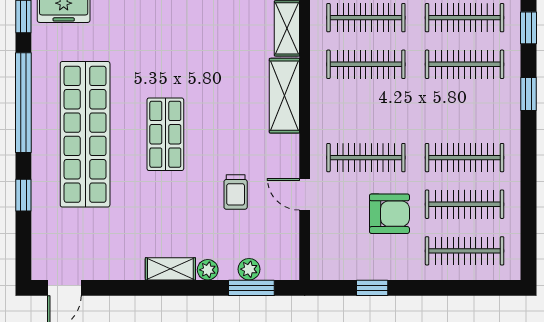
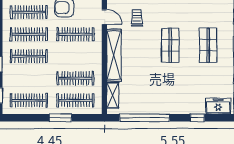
clothes rail: (465, 64) -> (29, 56), moved
shelving: (284, 96) -> (114, 55), width x1.47
shop shelf: (85, 134) -> (208, 45), width x0.50, depth x0.74

